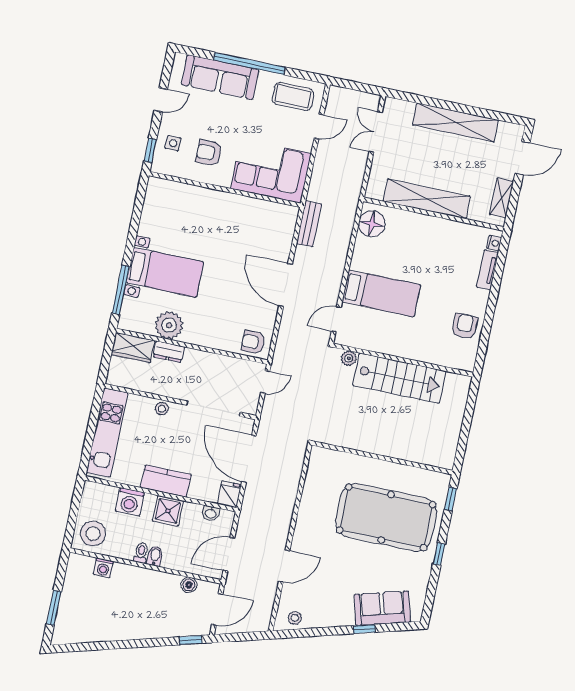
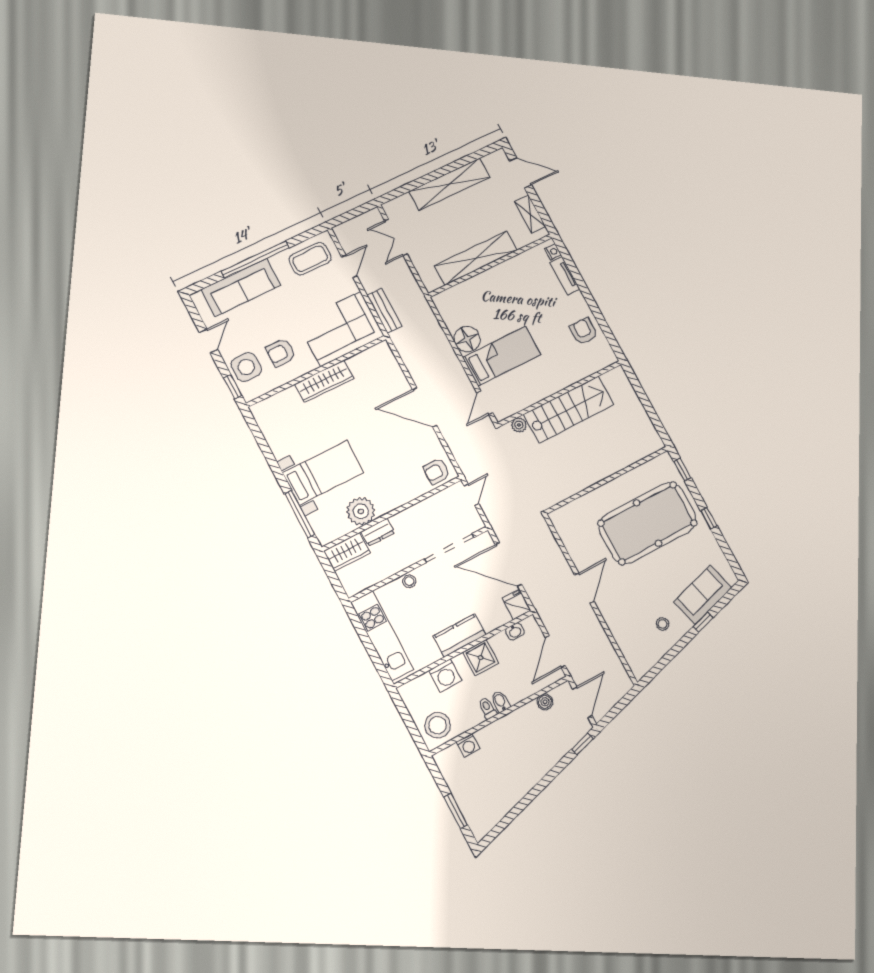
side table: (173, 143) -> (246, 367), width x1.87, depth x1.87
door: (522, 158) -> (521, 173), hinge flipped
wardrobe: (224, 202) -> (324, 381), added
bench: (309, 224) -> (384, 311), moved
floor lamp: (372, 224) -> (467, 339), moved
door: (284, 566) -> (584, 588), moved
stool: (295, 618) -> (663, 624), moved

